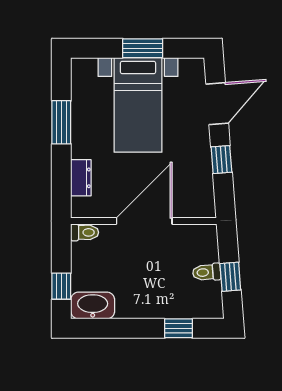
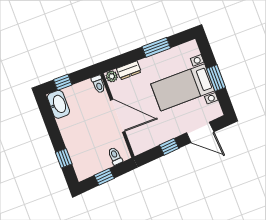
plant: (80, 207) -> (112, 76), added
toilet: (207, 272) -> (115, 156), moved

